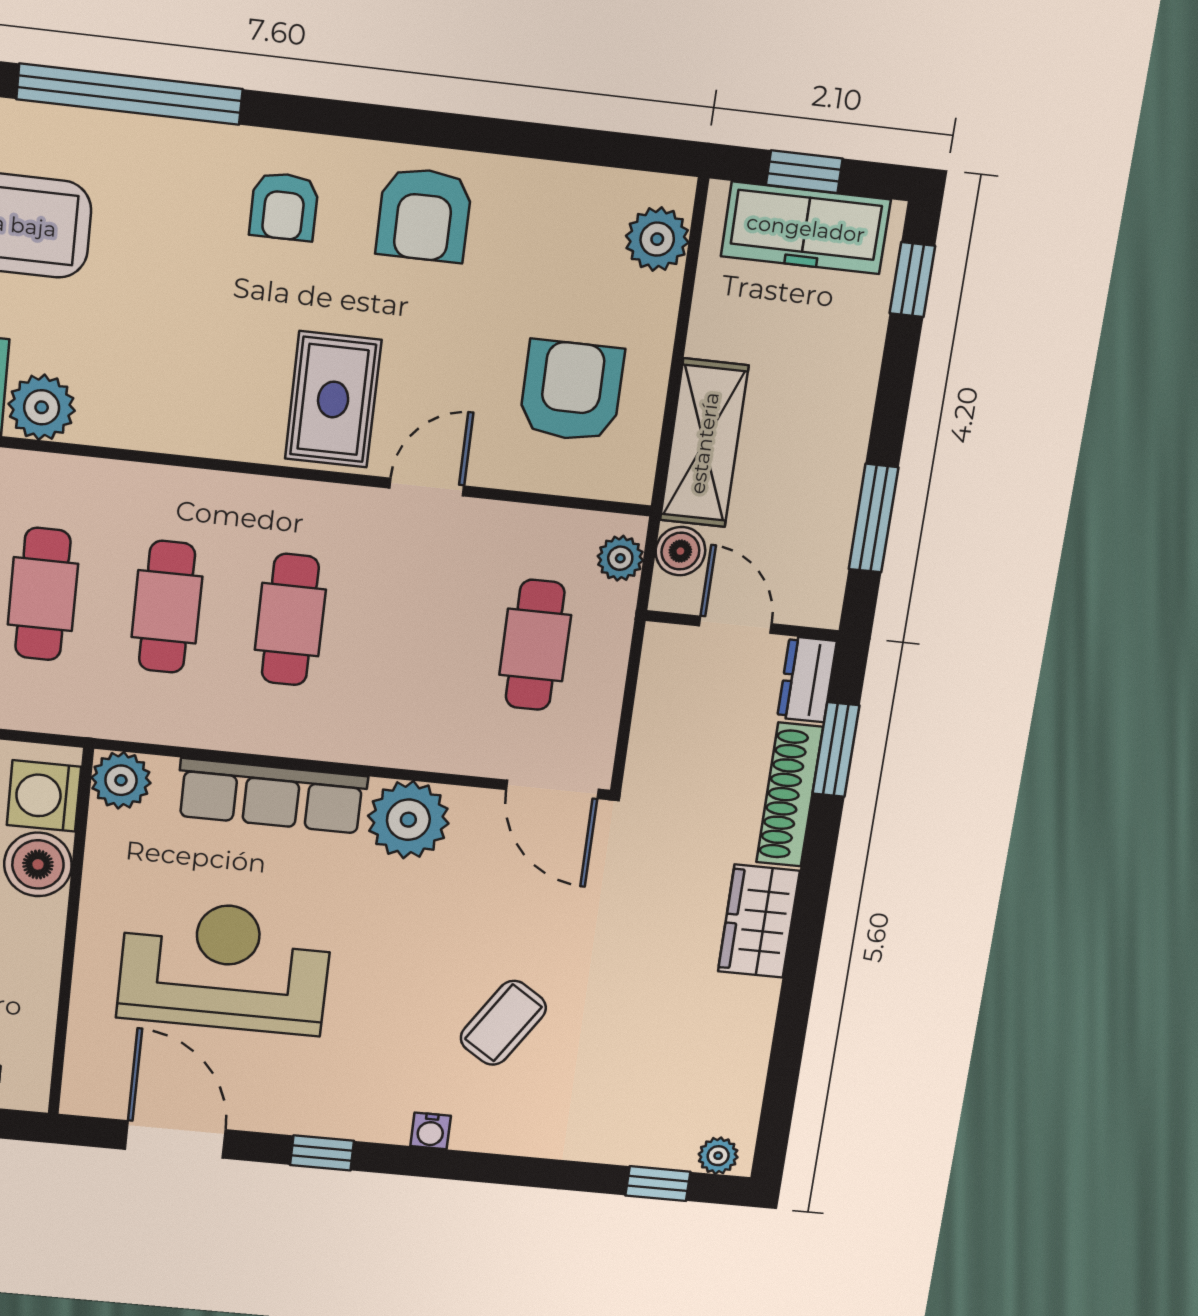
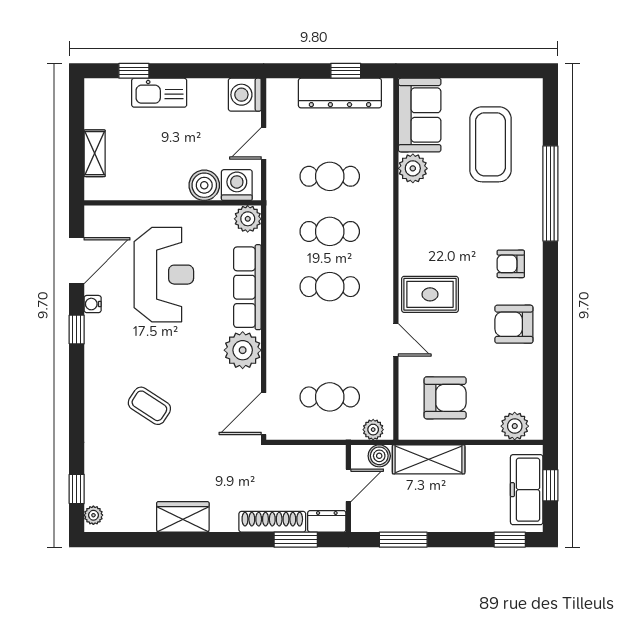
wardrobe: (759, 921) -> (183, 517), moved
water cooler: (431, 1131) -> (93, 304), moved

